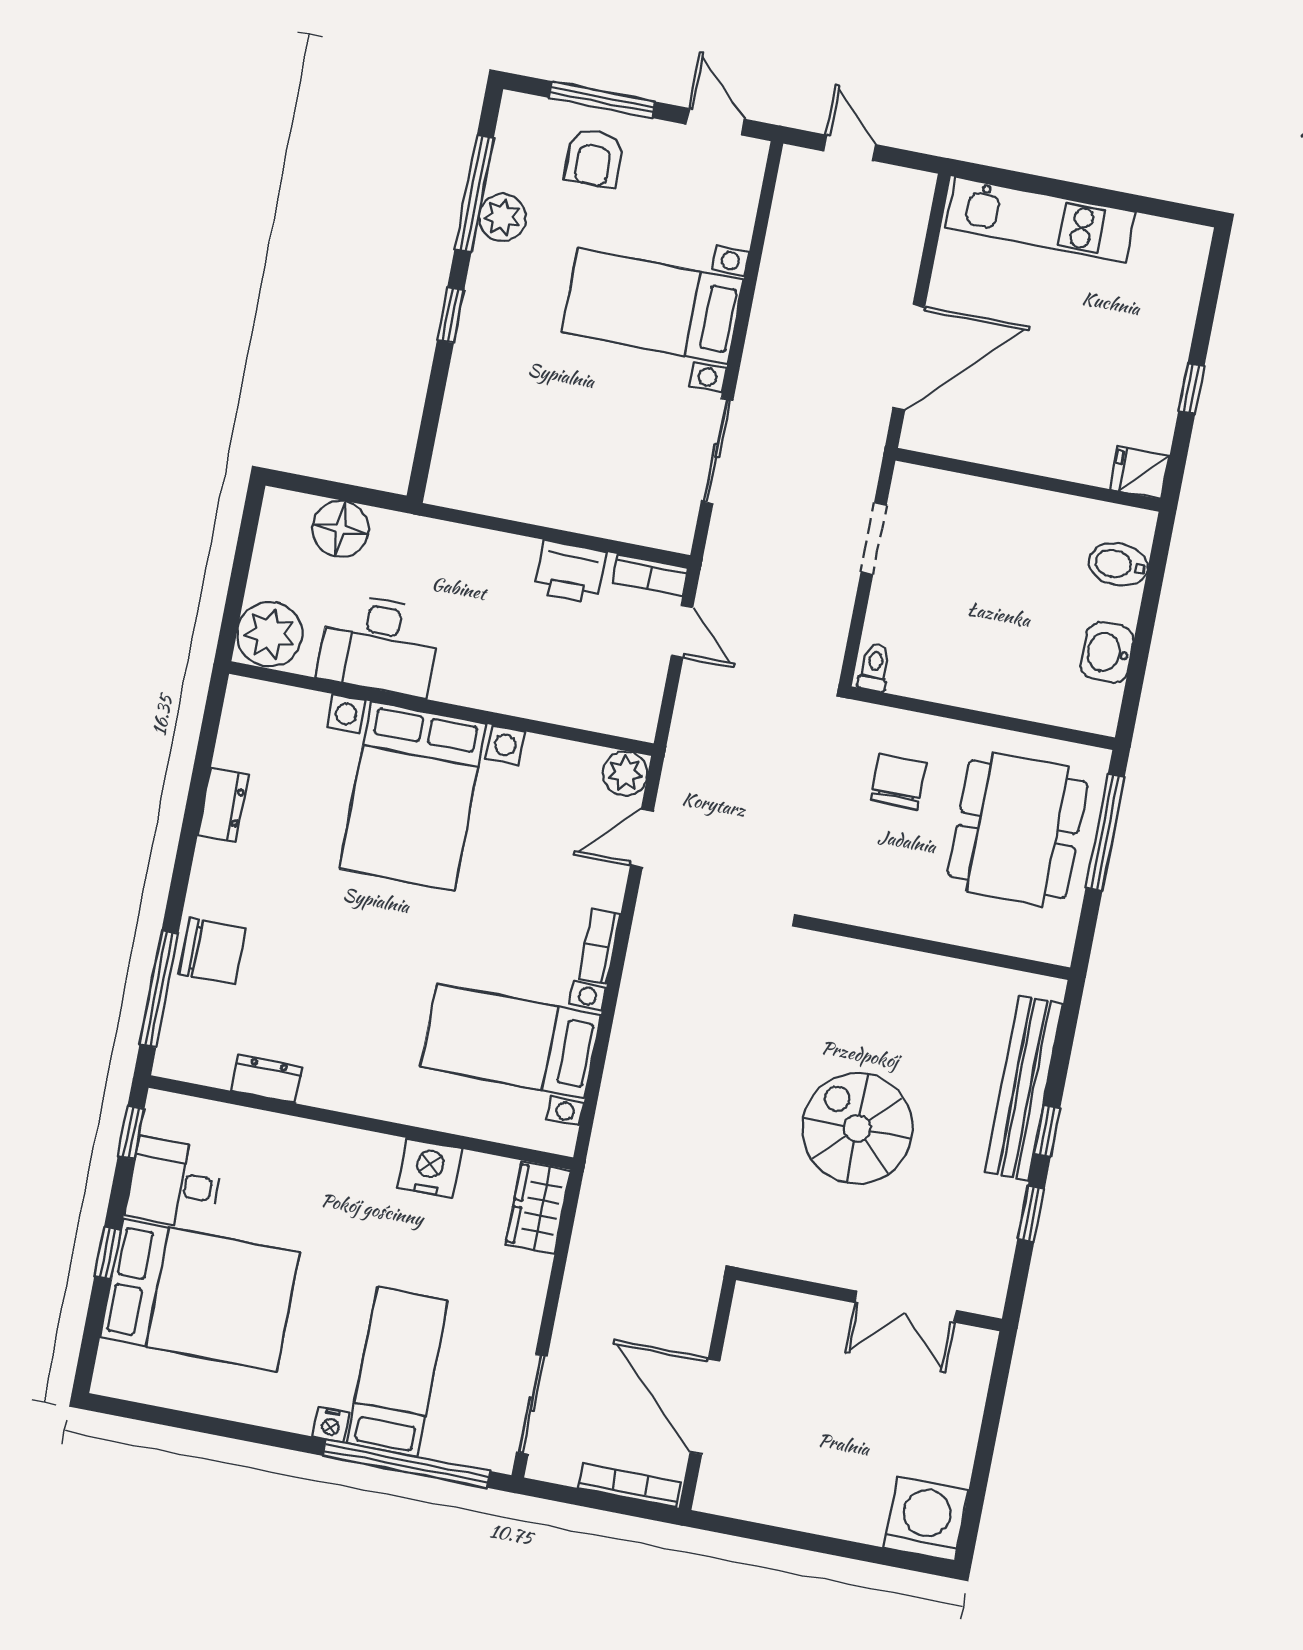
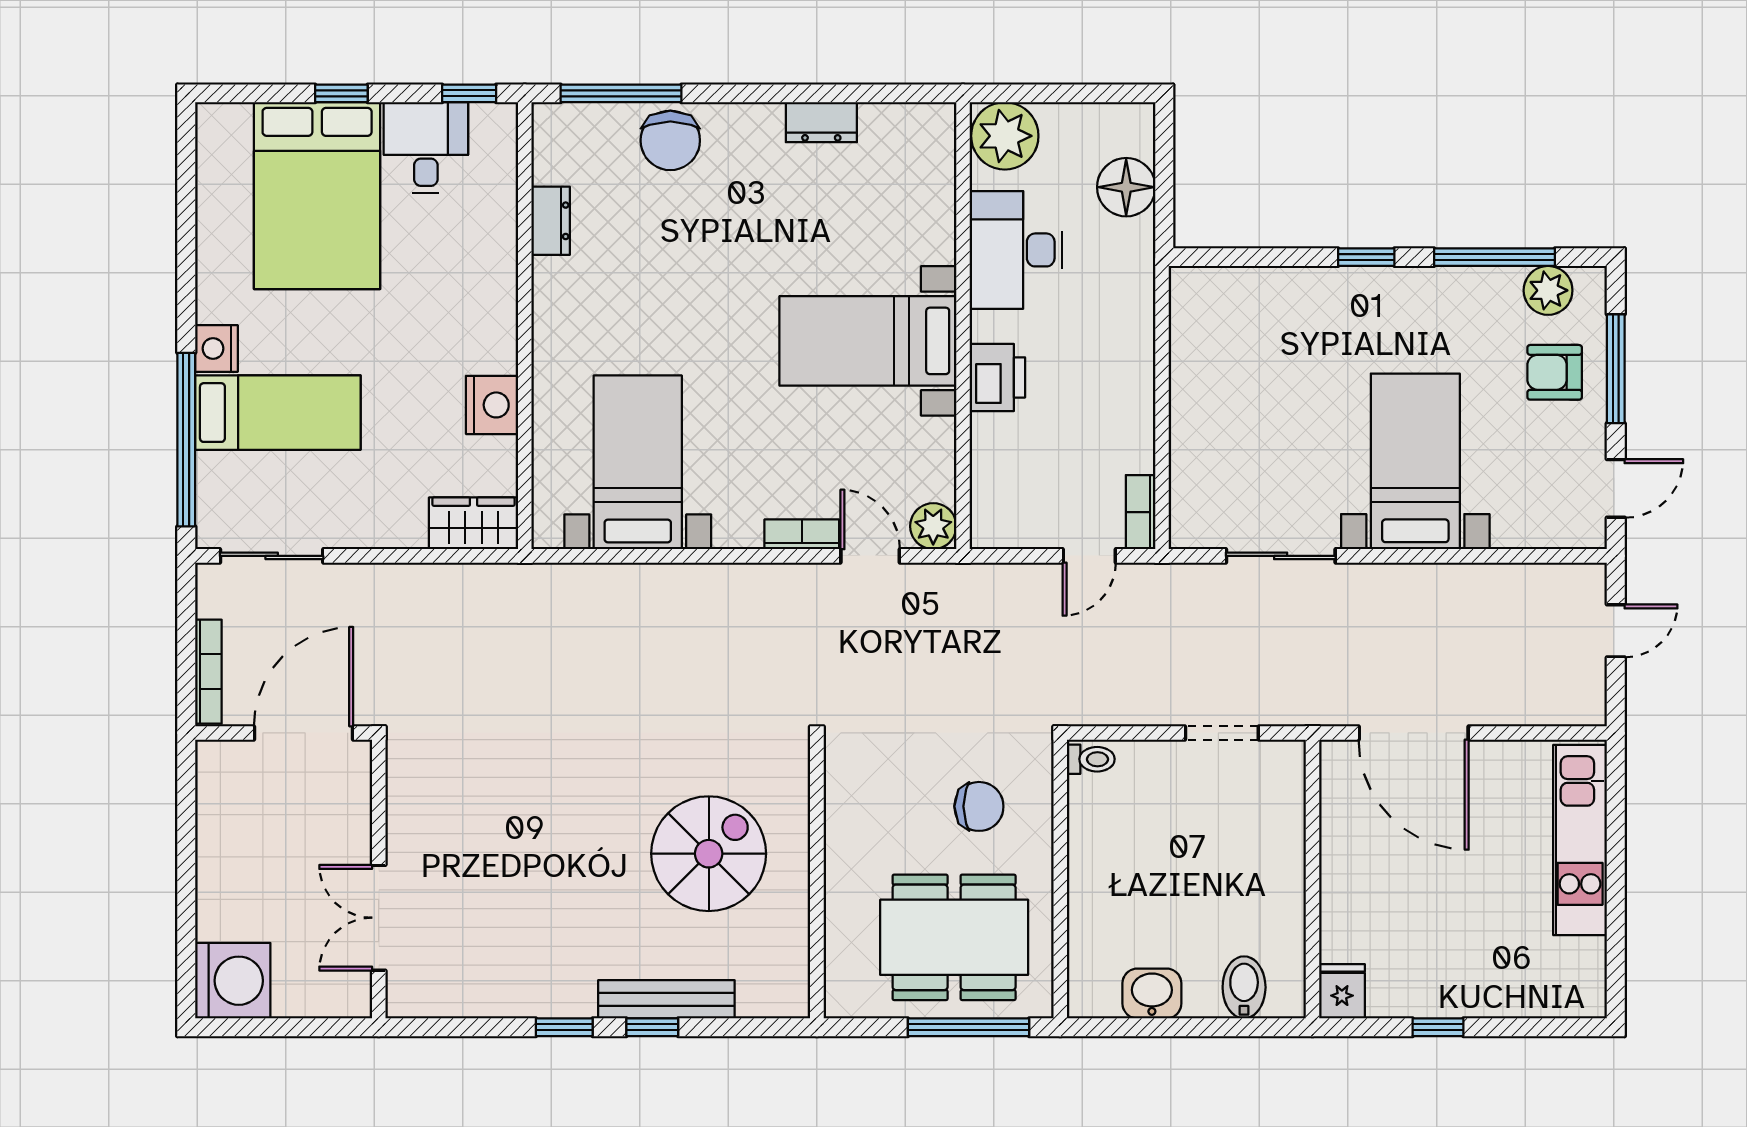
plant: (502, 217) -> (1548, 290), moved
printer: (570, 572) -> (997, 377), moved, turned 180
bed with nightstands: (413, 796) -> (868, 341), width x0.73
bookcase: (600, 946) -> (802, 534), moved
bench: (1024, 1088) -> (666, 999), width x0.73, depth x0.82
spiral stairs: (857, 1128) -> (709, 854), moved
wall: (869, 1299) -> (379, 879), moved
double door: (906, 1307) -> (379, 918), moved
nightstand: (331, 1425) -> (216, 348), width x1.39, depth x1.35

